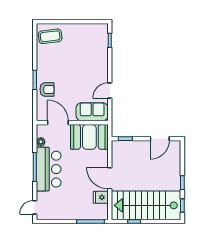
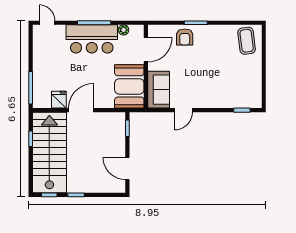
door: (110, 91) -> (183, 110), swing flipped

